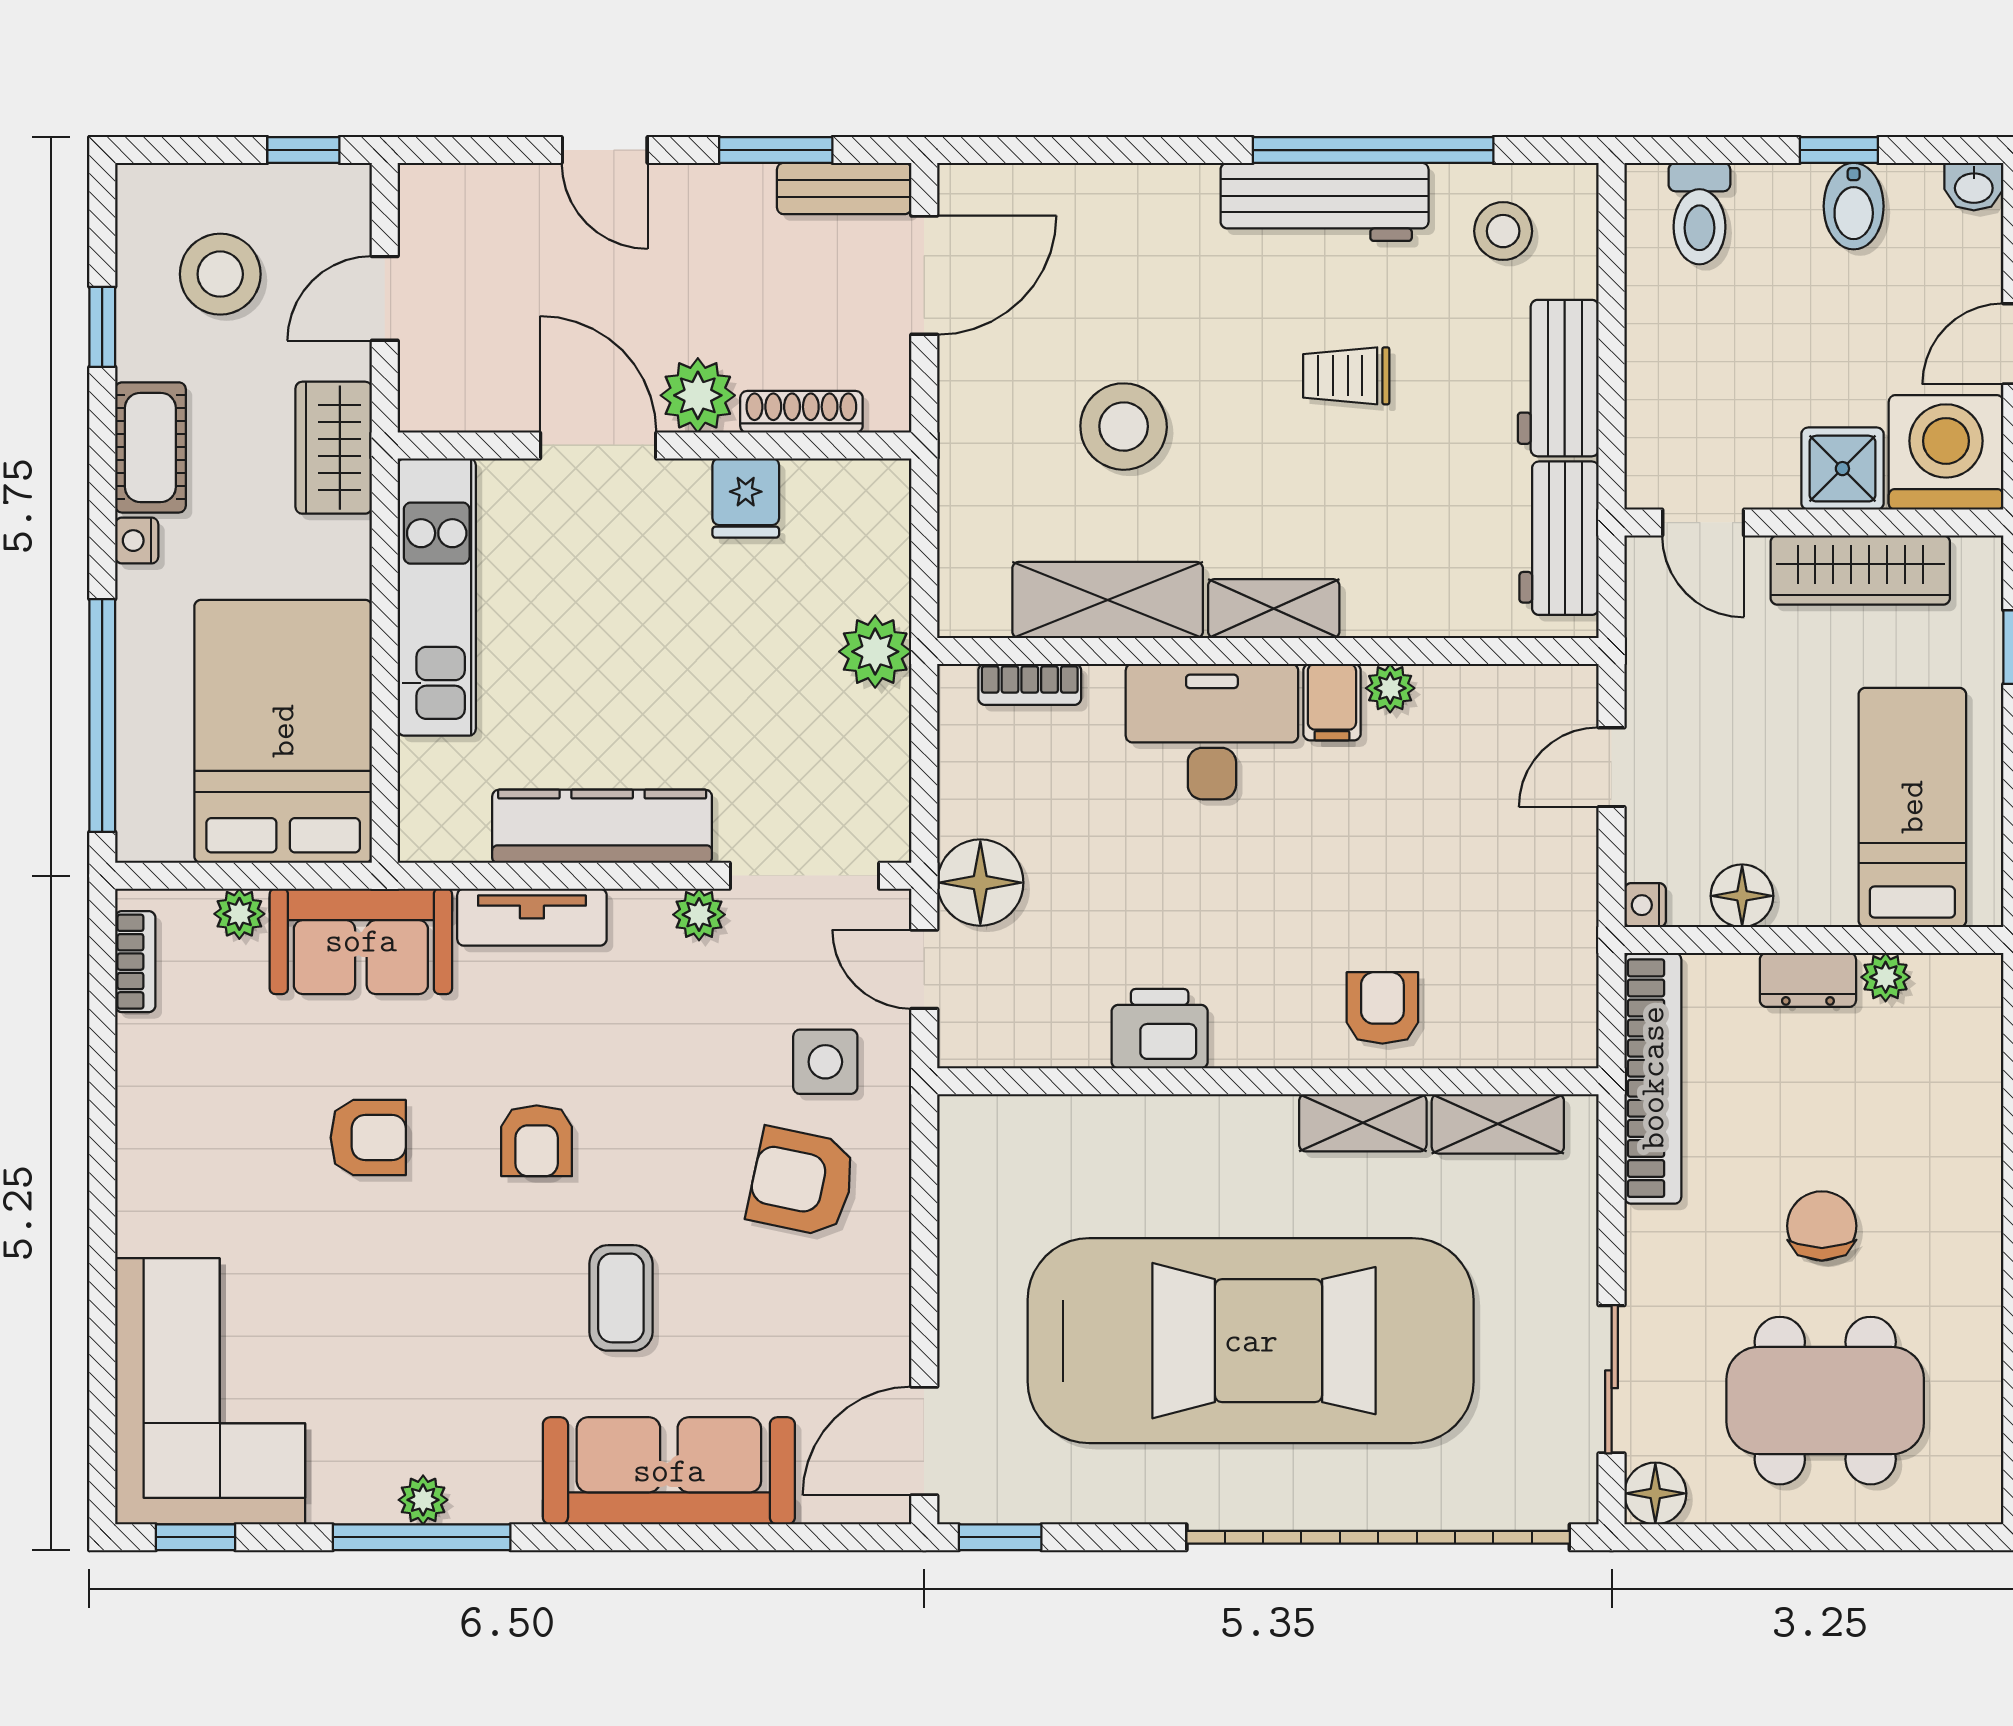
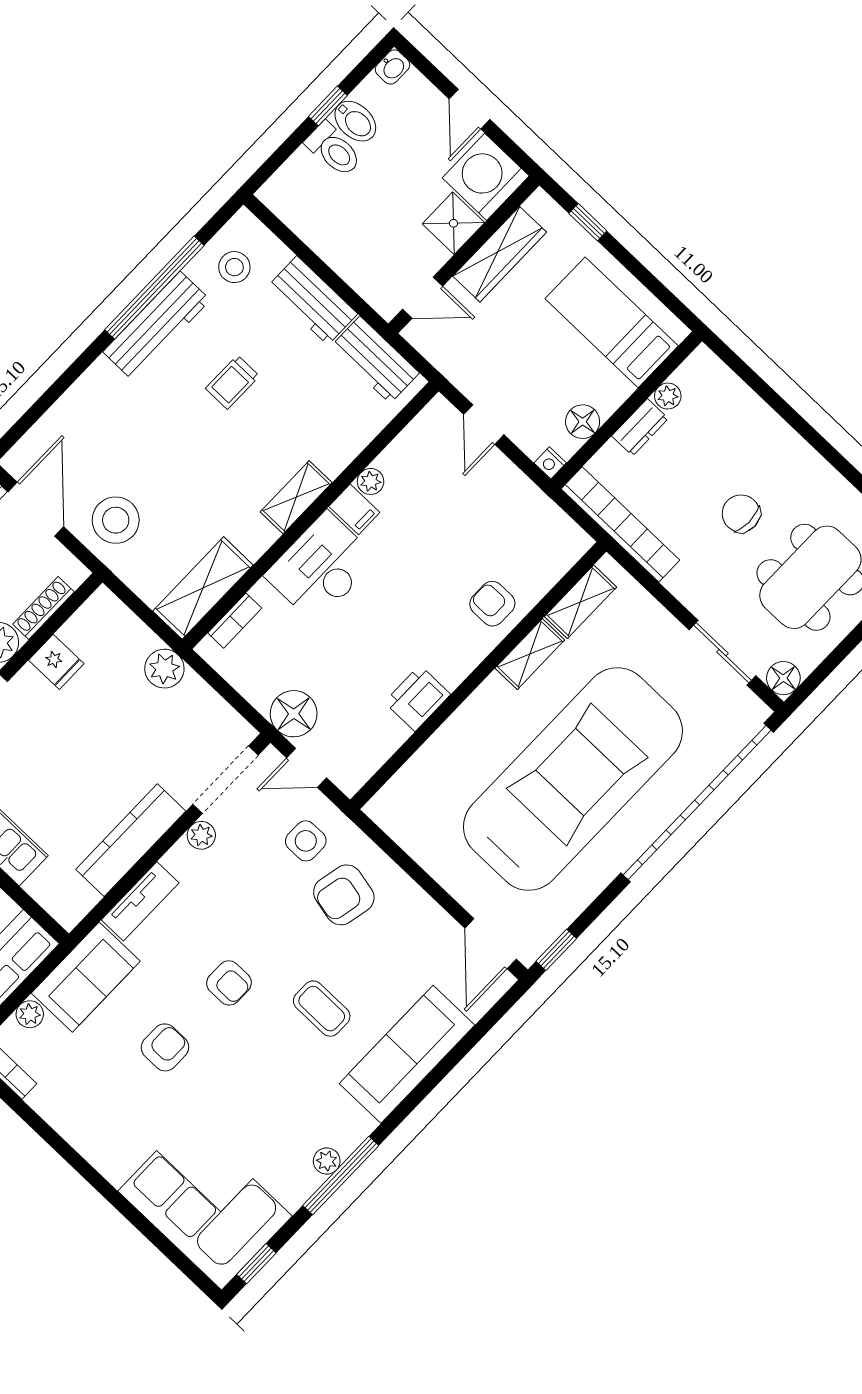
toilet: (1699, 214) -> (334, 150), moved
stool: (1124, 427) -> (116, 520), moved
shelving: (1108, 600) -> (203, 588), moved

